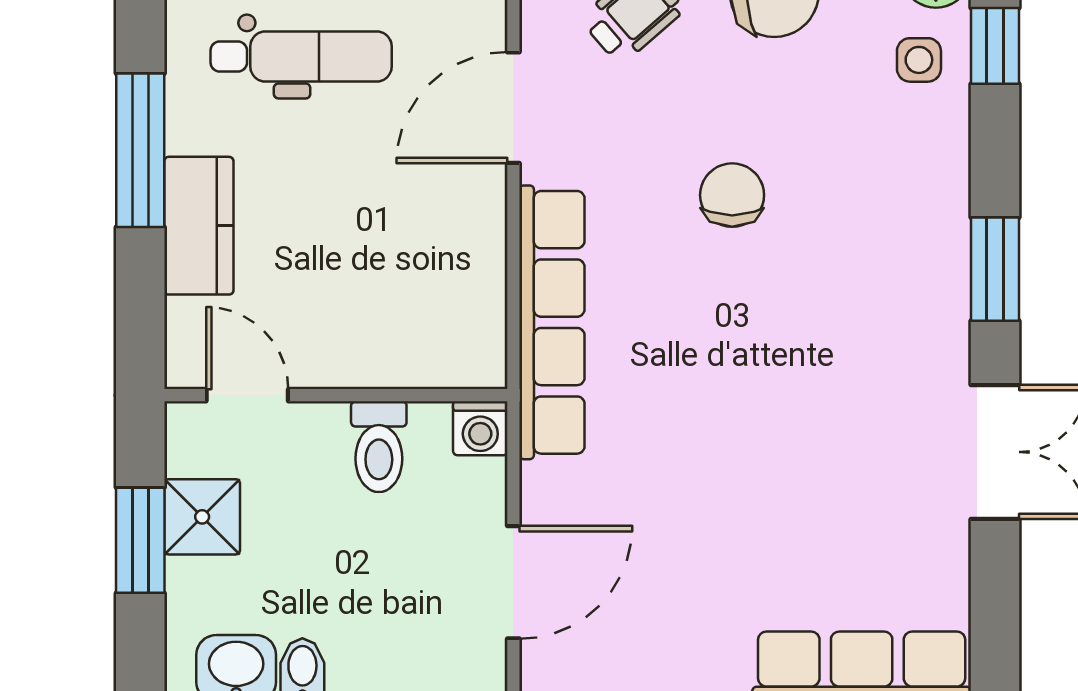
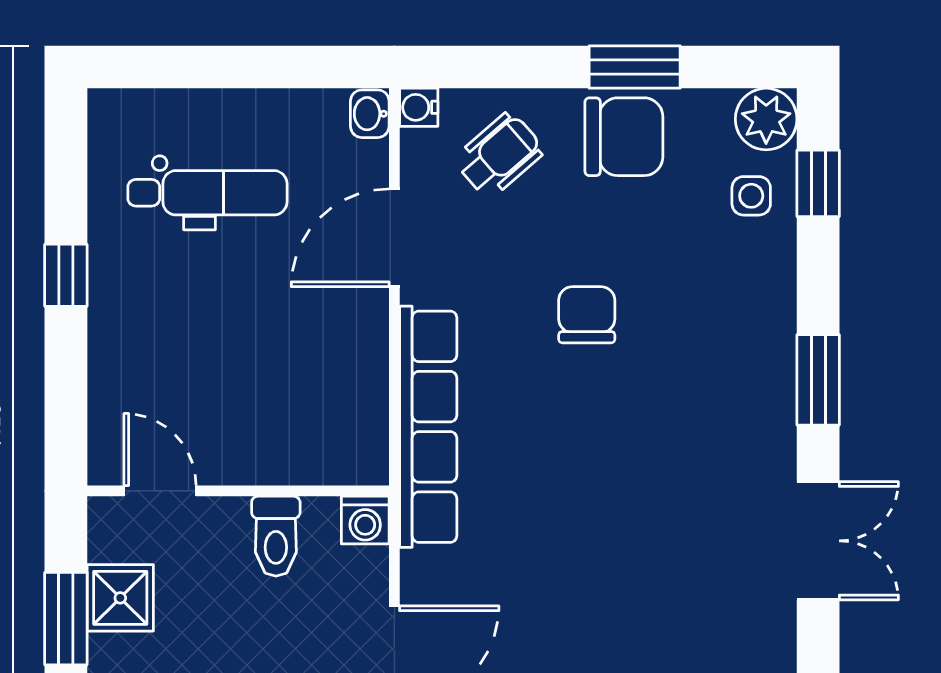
window: (140, 150) -> (66, 275), width x0.46
kitchen counter: (199, 226) -> (117, 342), removed

